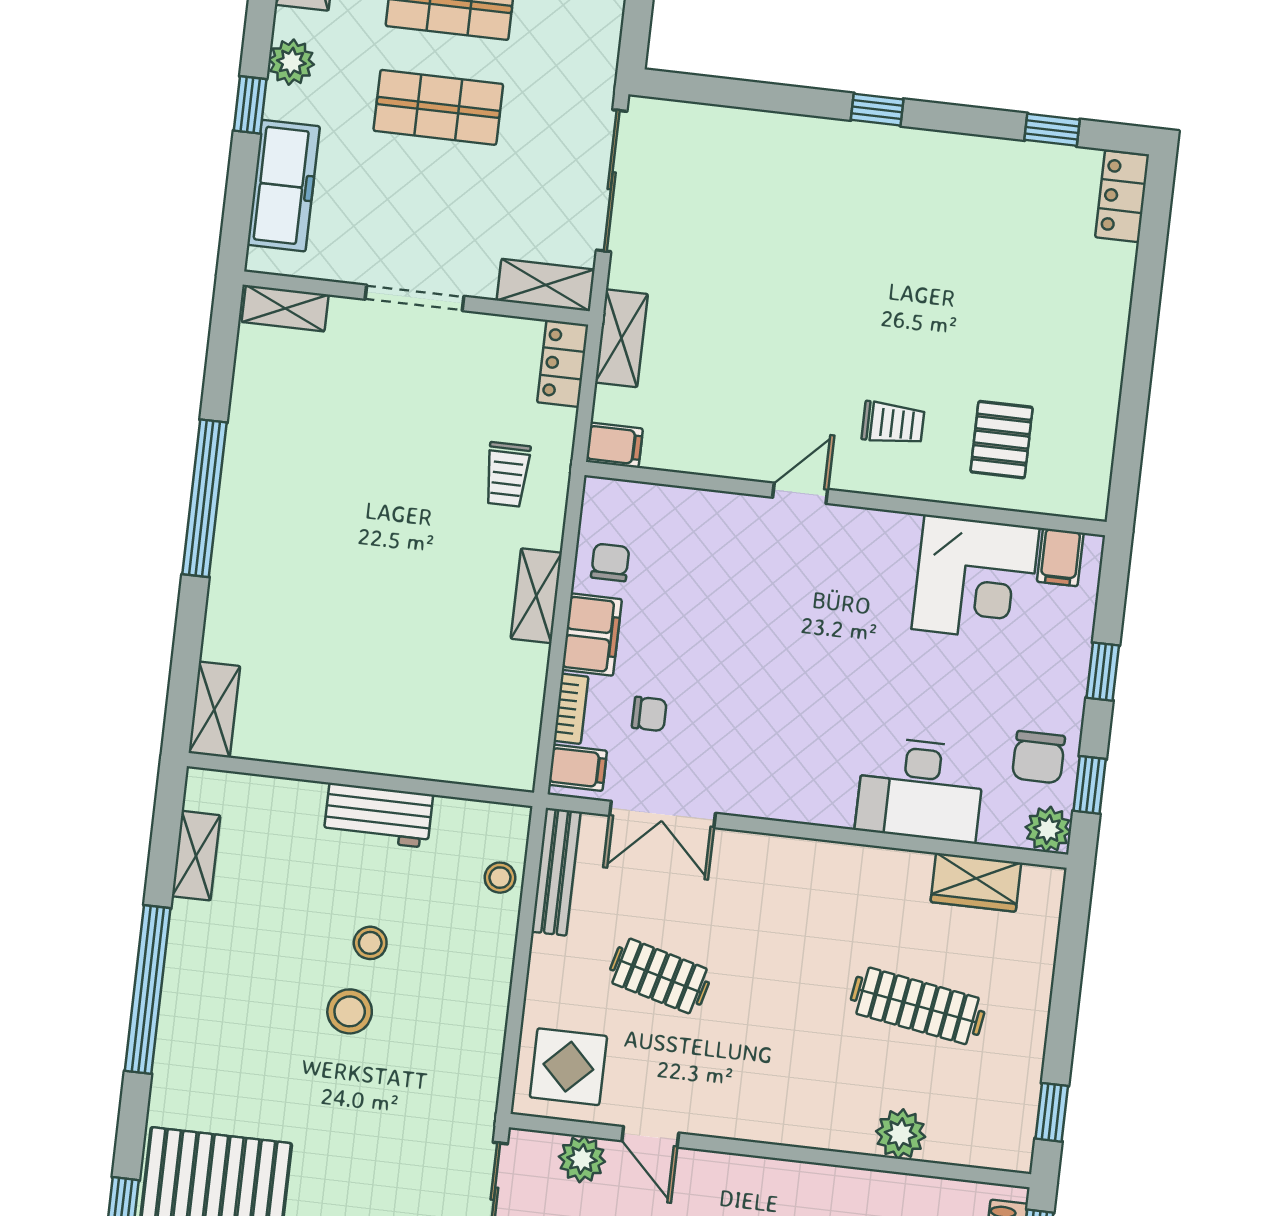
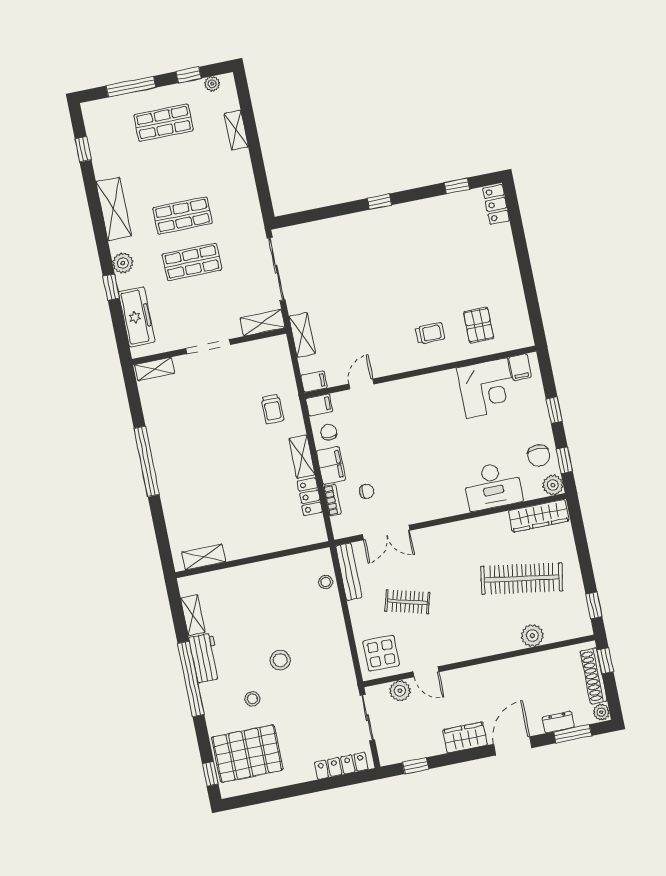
locker: (563, 364) -> (310, 497), moved
door: (800, 493) -> (361, 384), moved
shelving: (214, 709) -> (204, 557), moved, turned 90
filing cabinet: (578, 768) -> (319, 405), moved
workbench: (378, 815) -> (205, 658), moved, turned -90
wardrobe: (976, 882) -> (539, 516), width x1.50
stool: (370, 943) -> (252, 699), moved
clothes rail: (918, 1006) -> (522, 579), width x1.37, depth x1.31

